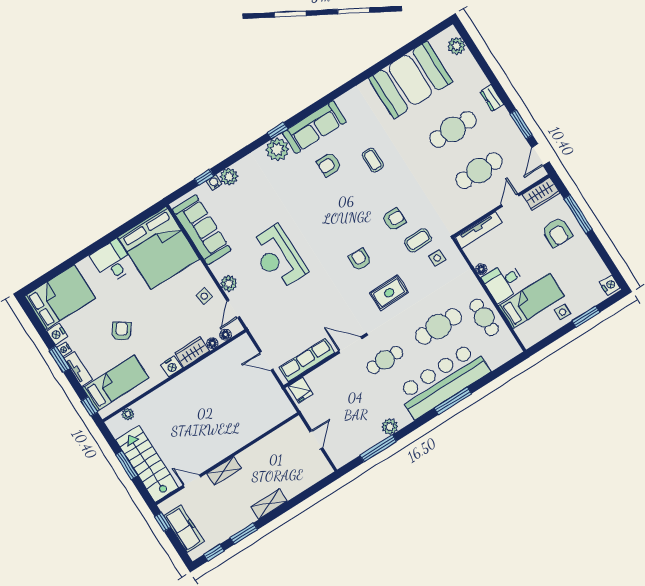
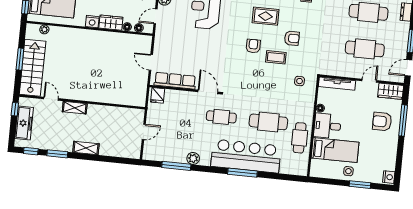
armchair: (557, 232) -> (382, 121), turned 90
coffee table: (418, 240) -> (276, 57), moved
rug: (389, 293) -> (266, 16), moved

